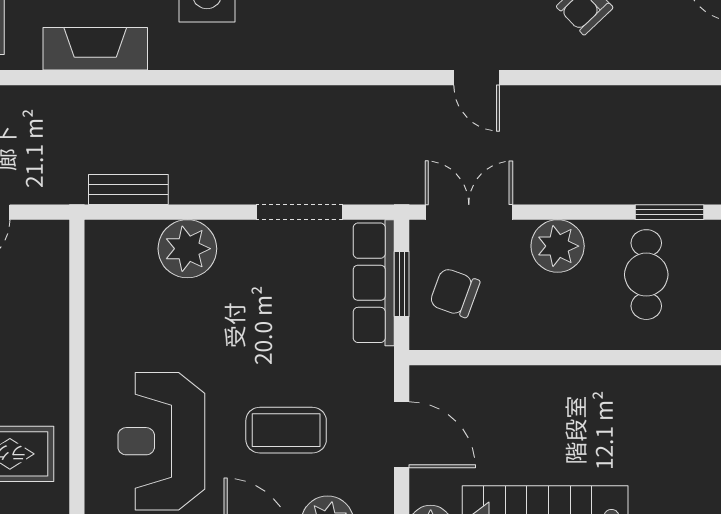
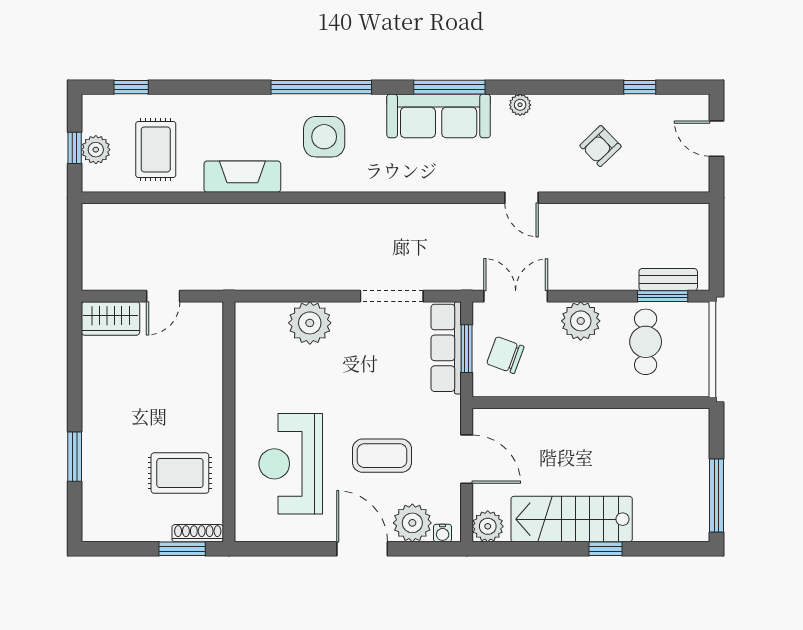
bench: (128, 189) -> (668, 280), moved

